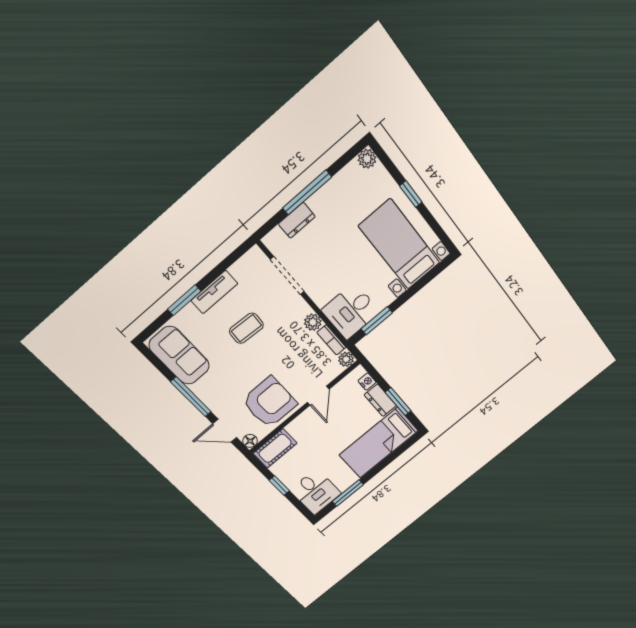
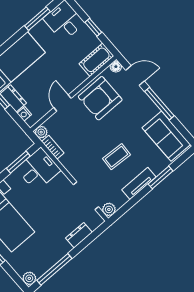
window: (307, 192) -> (54, 269), moved
plant: (313, 322) -> (109, 209), moved

